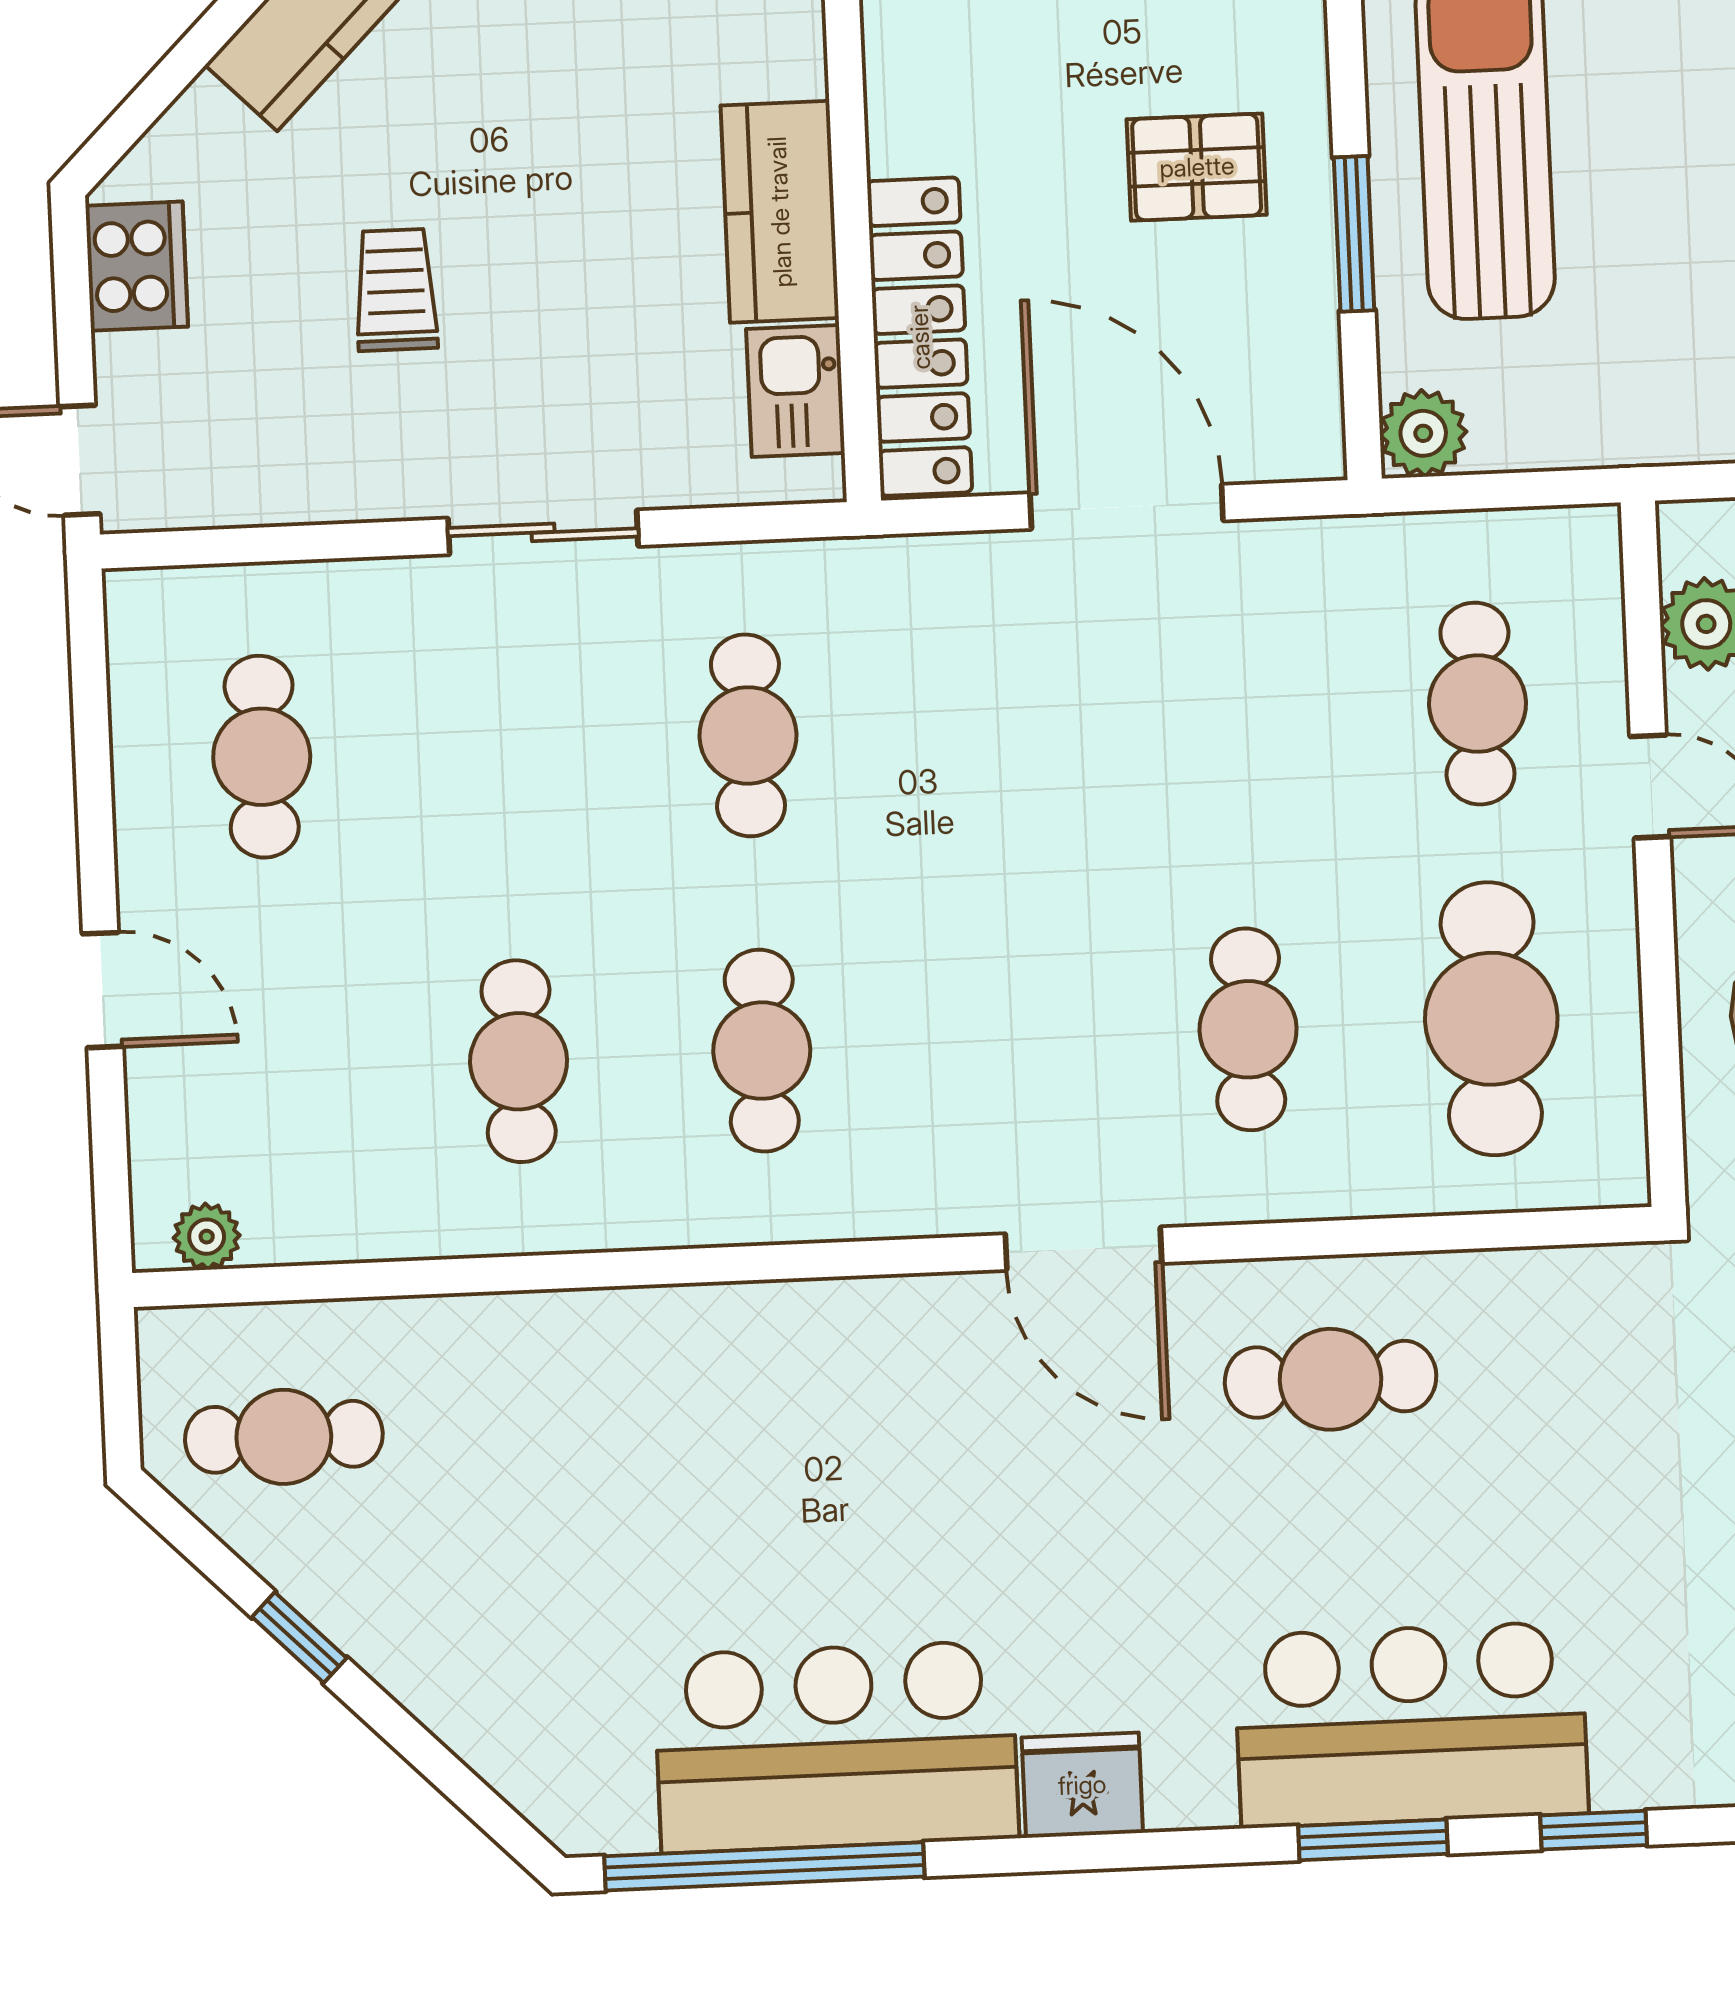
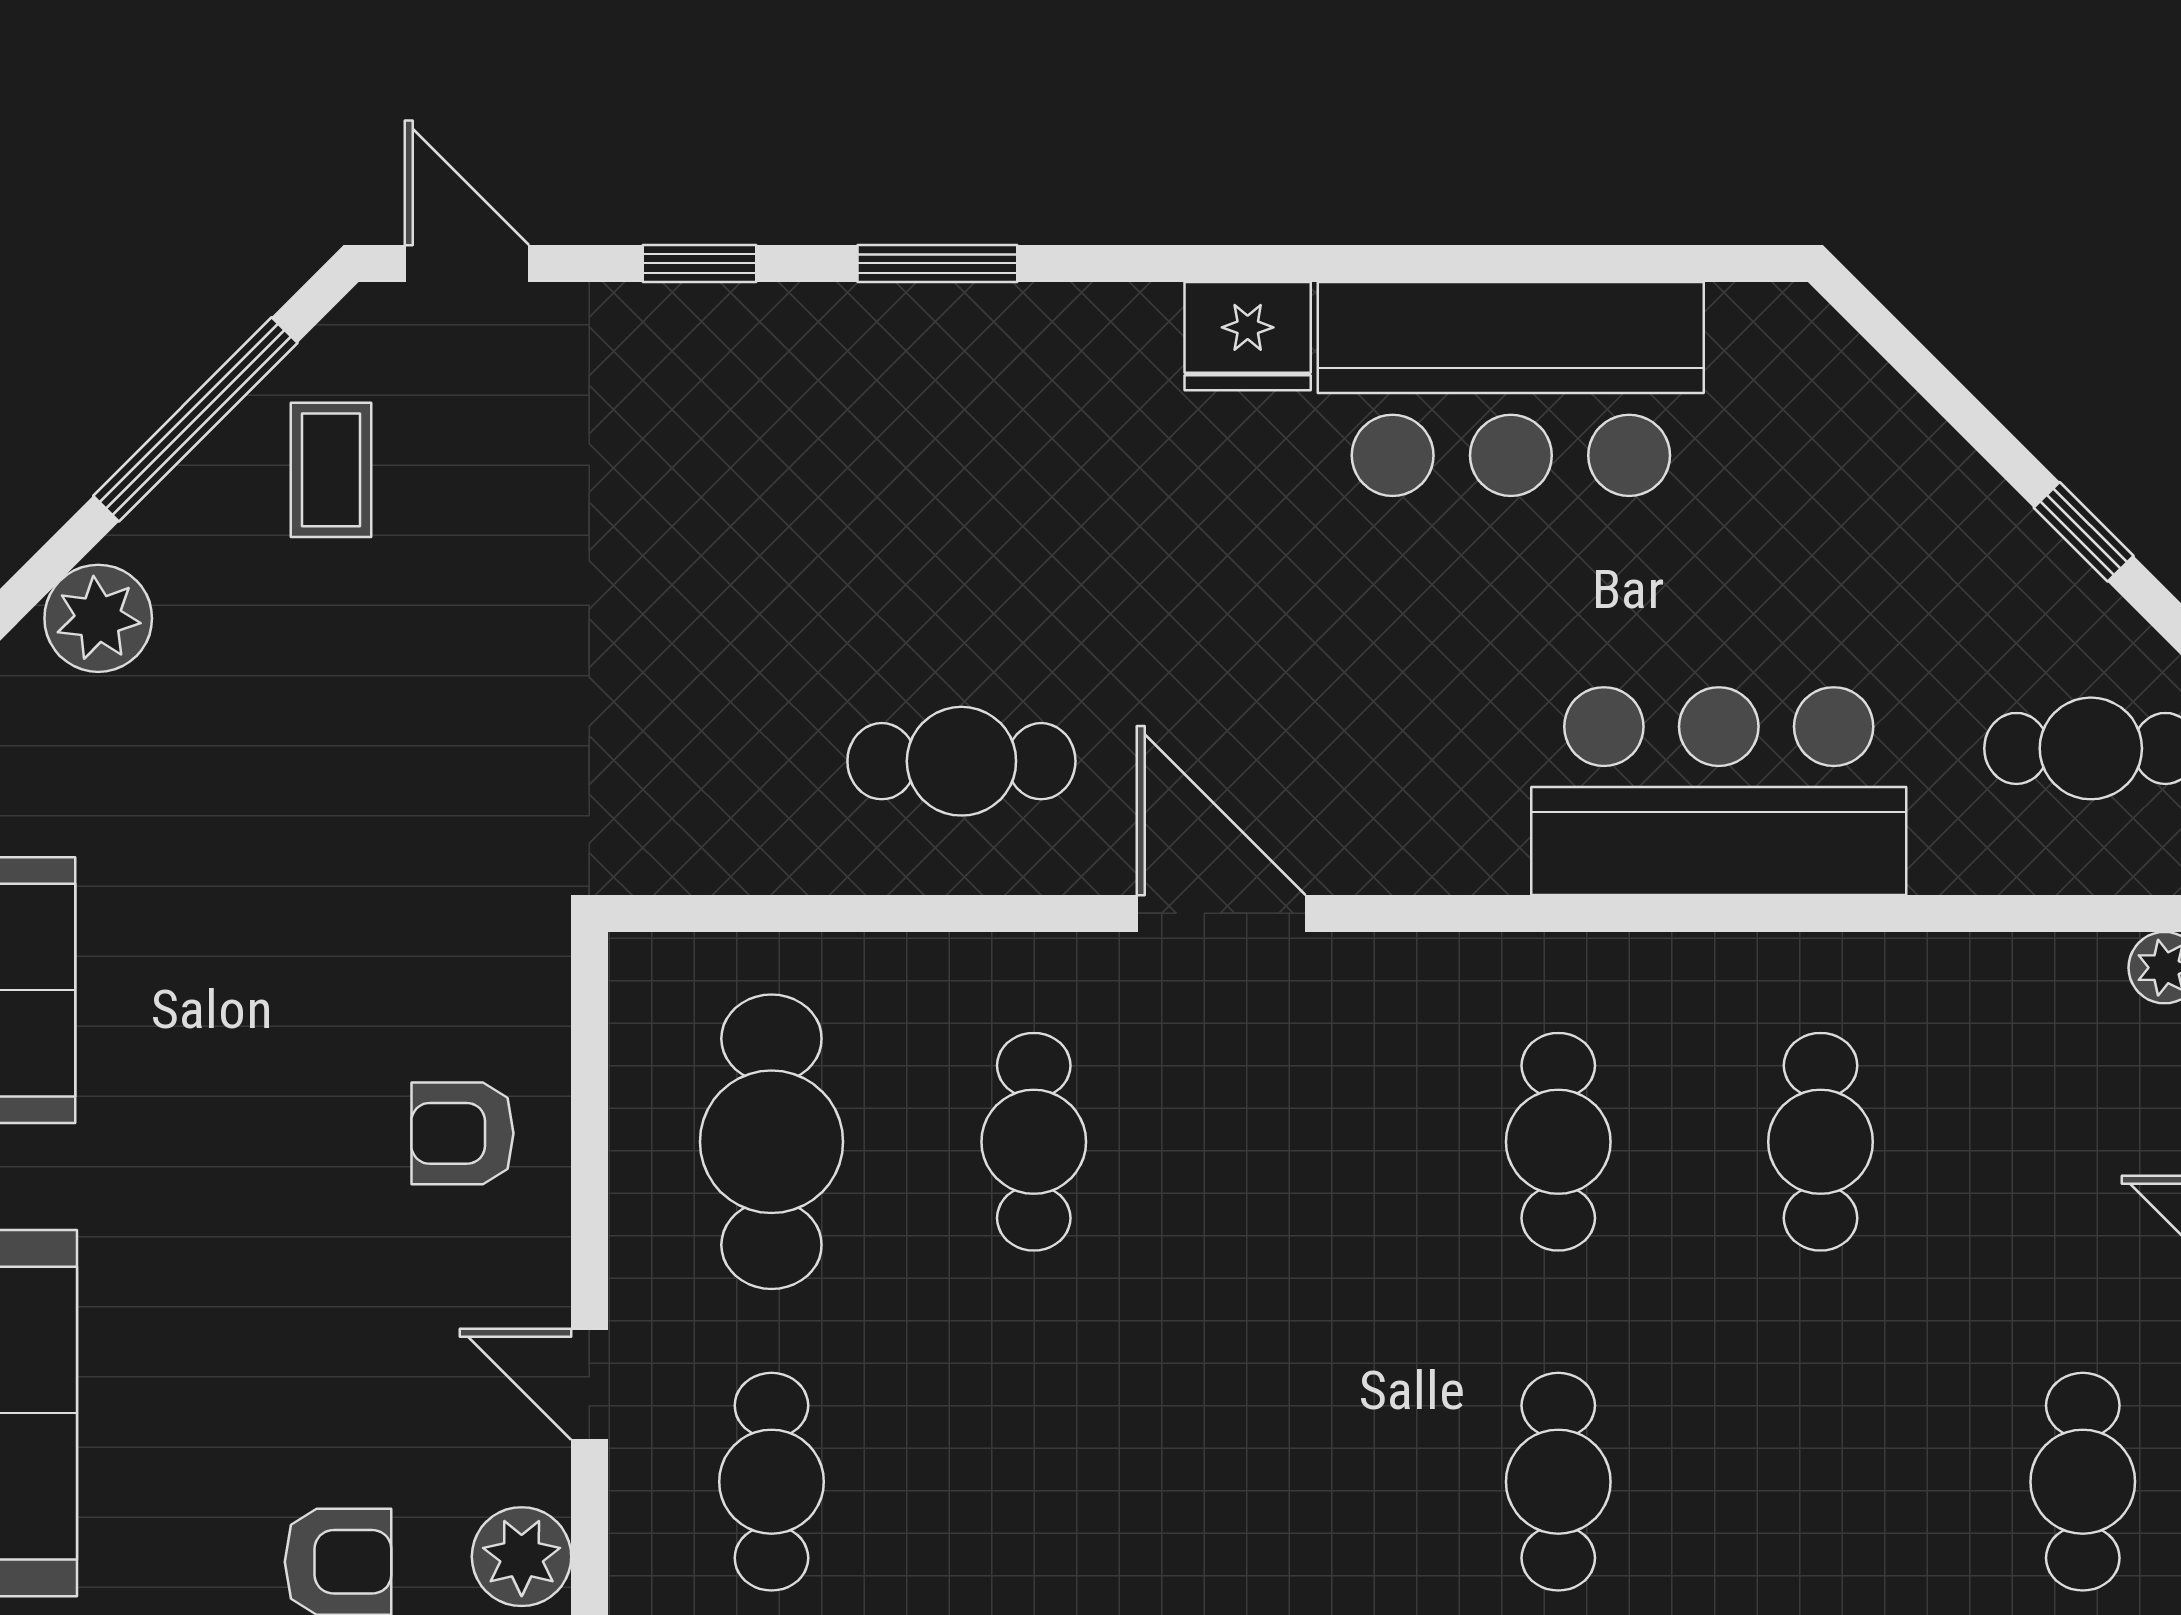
bar counter: (1411, 1724) -> (1719, 791), moved, turned 180
window: (764, 1866) -> (1594, 263), removed

